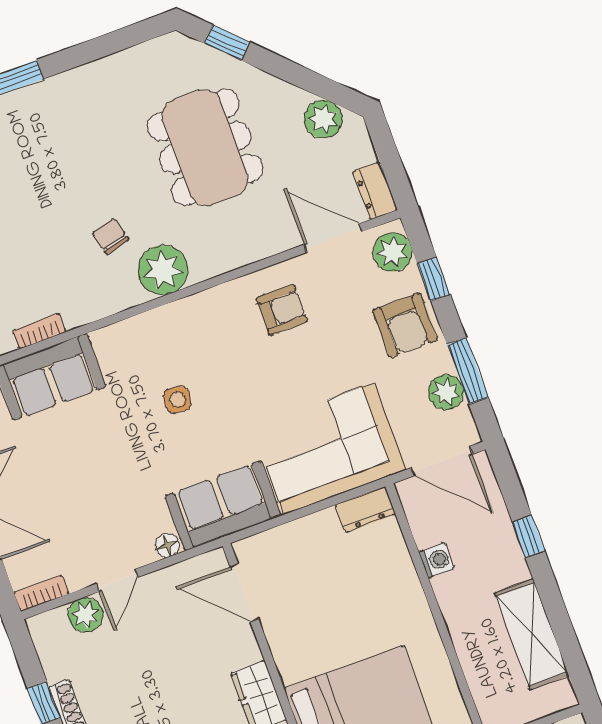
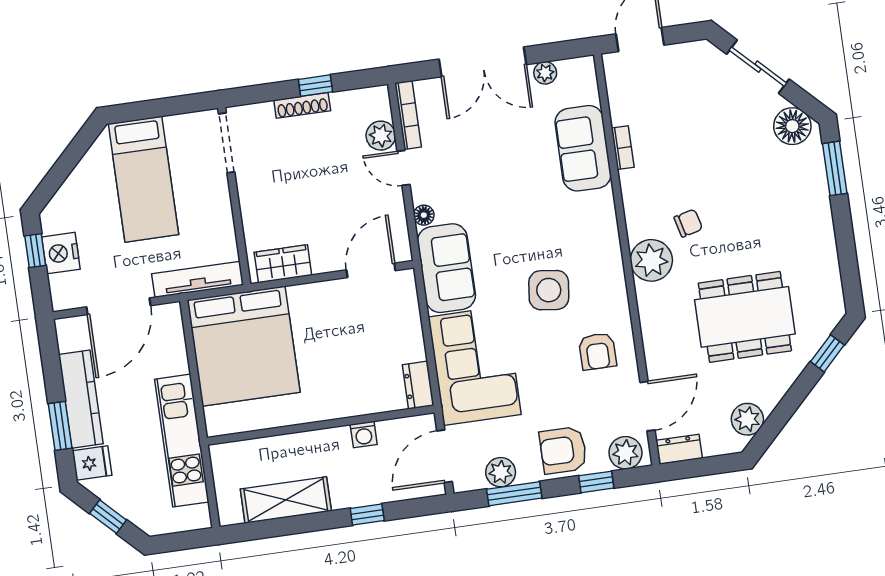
side table: (177, 400) -> (549, 290), moved, width x1.87, depth x1.87
bookcase: (41, 593) -> (408, 115), width x1.56

